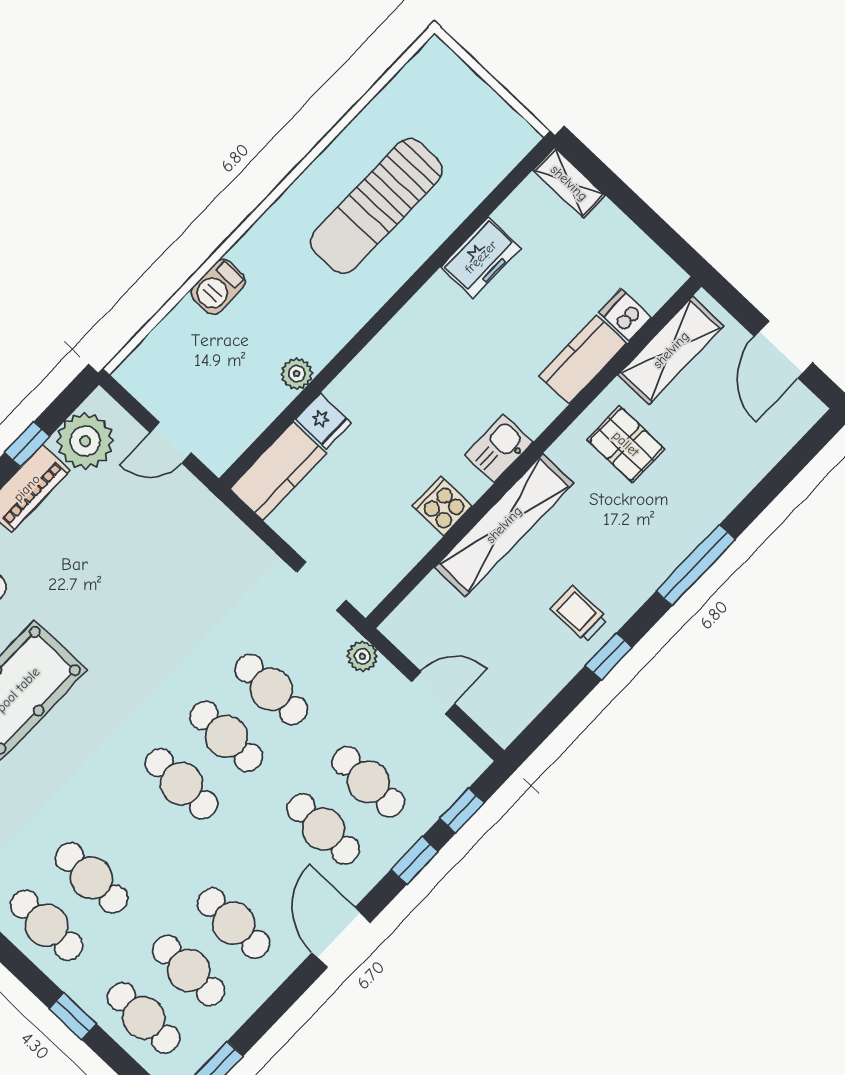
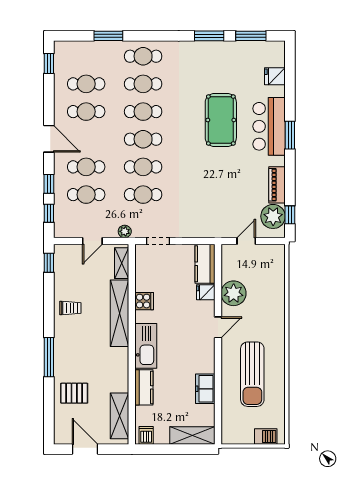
shelving: (569, 183) -> (192, 436), width x1.50, depth x1.33
sun lounger: (376, 206) -> (252, 374), turned 180
barbecue: (218, 287) -> (266, 437), moved, turned 90
dishwasher: (625, 315) -> (146, 435), moved, turned -90
door: (359, 341) -> (218, 327), added
plant: (297, 374) -> (234, 293), width x1.88, depth x1.88
window: (27, 444) -> (290, 215), moved
pallet: (626, 444) -> (74, 393), moved
kitchen sink: (499, 448) -> (146, 346), width x1.87, depth x1.24
shelving: (419, 607) -> (122, 263), added
window: (609, 657) -> (49, 263), moved
window: (73, 1016) -> (108, 36), width x1.50
cafe table: (144, 1018) -> (143, 112), moved

